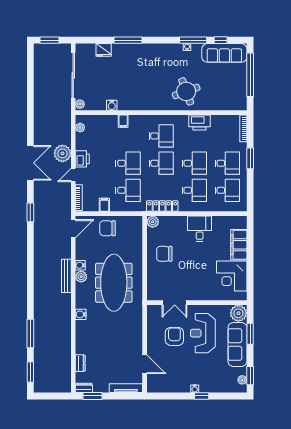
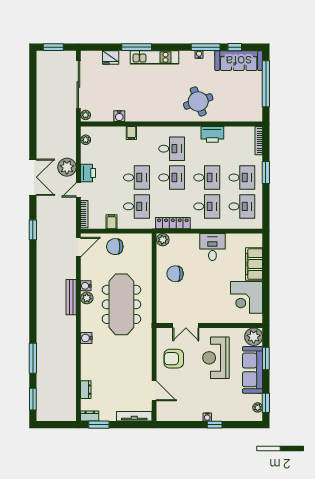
kitchen unit: (145, 50) -> (154, 57), added
armchair: (174, 336) -> (174, 359), moved, turned -90

